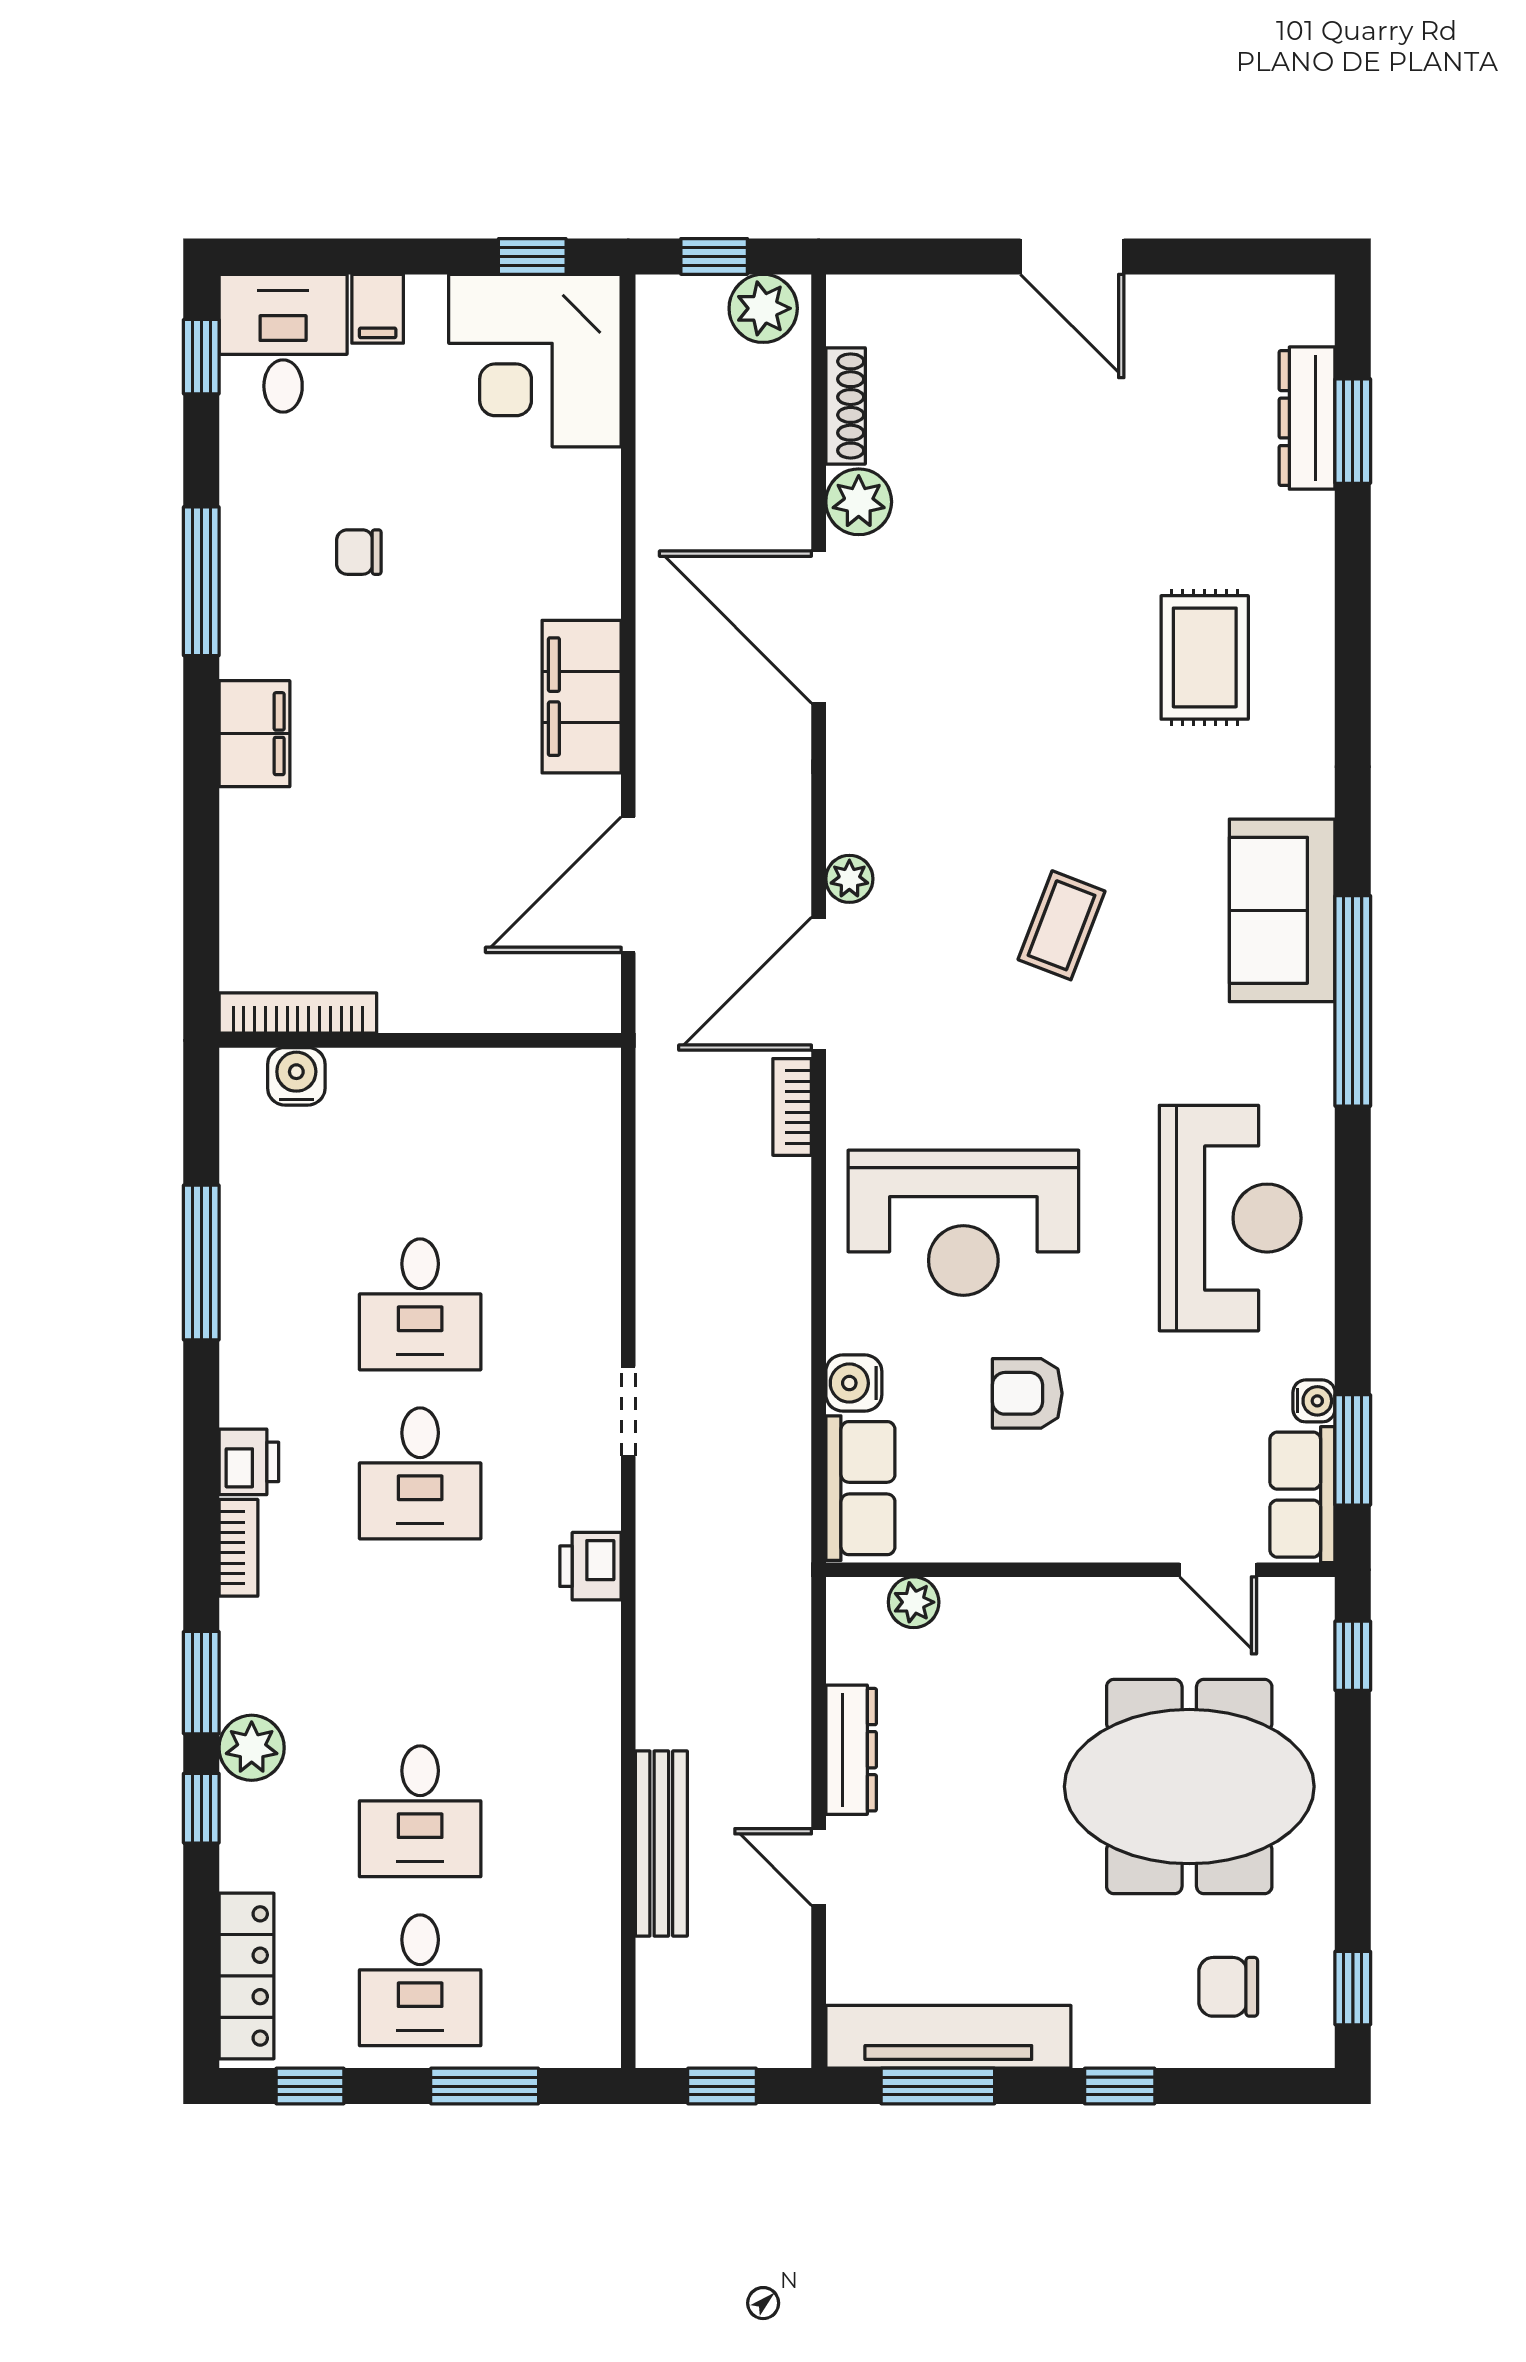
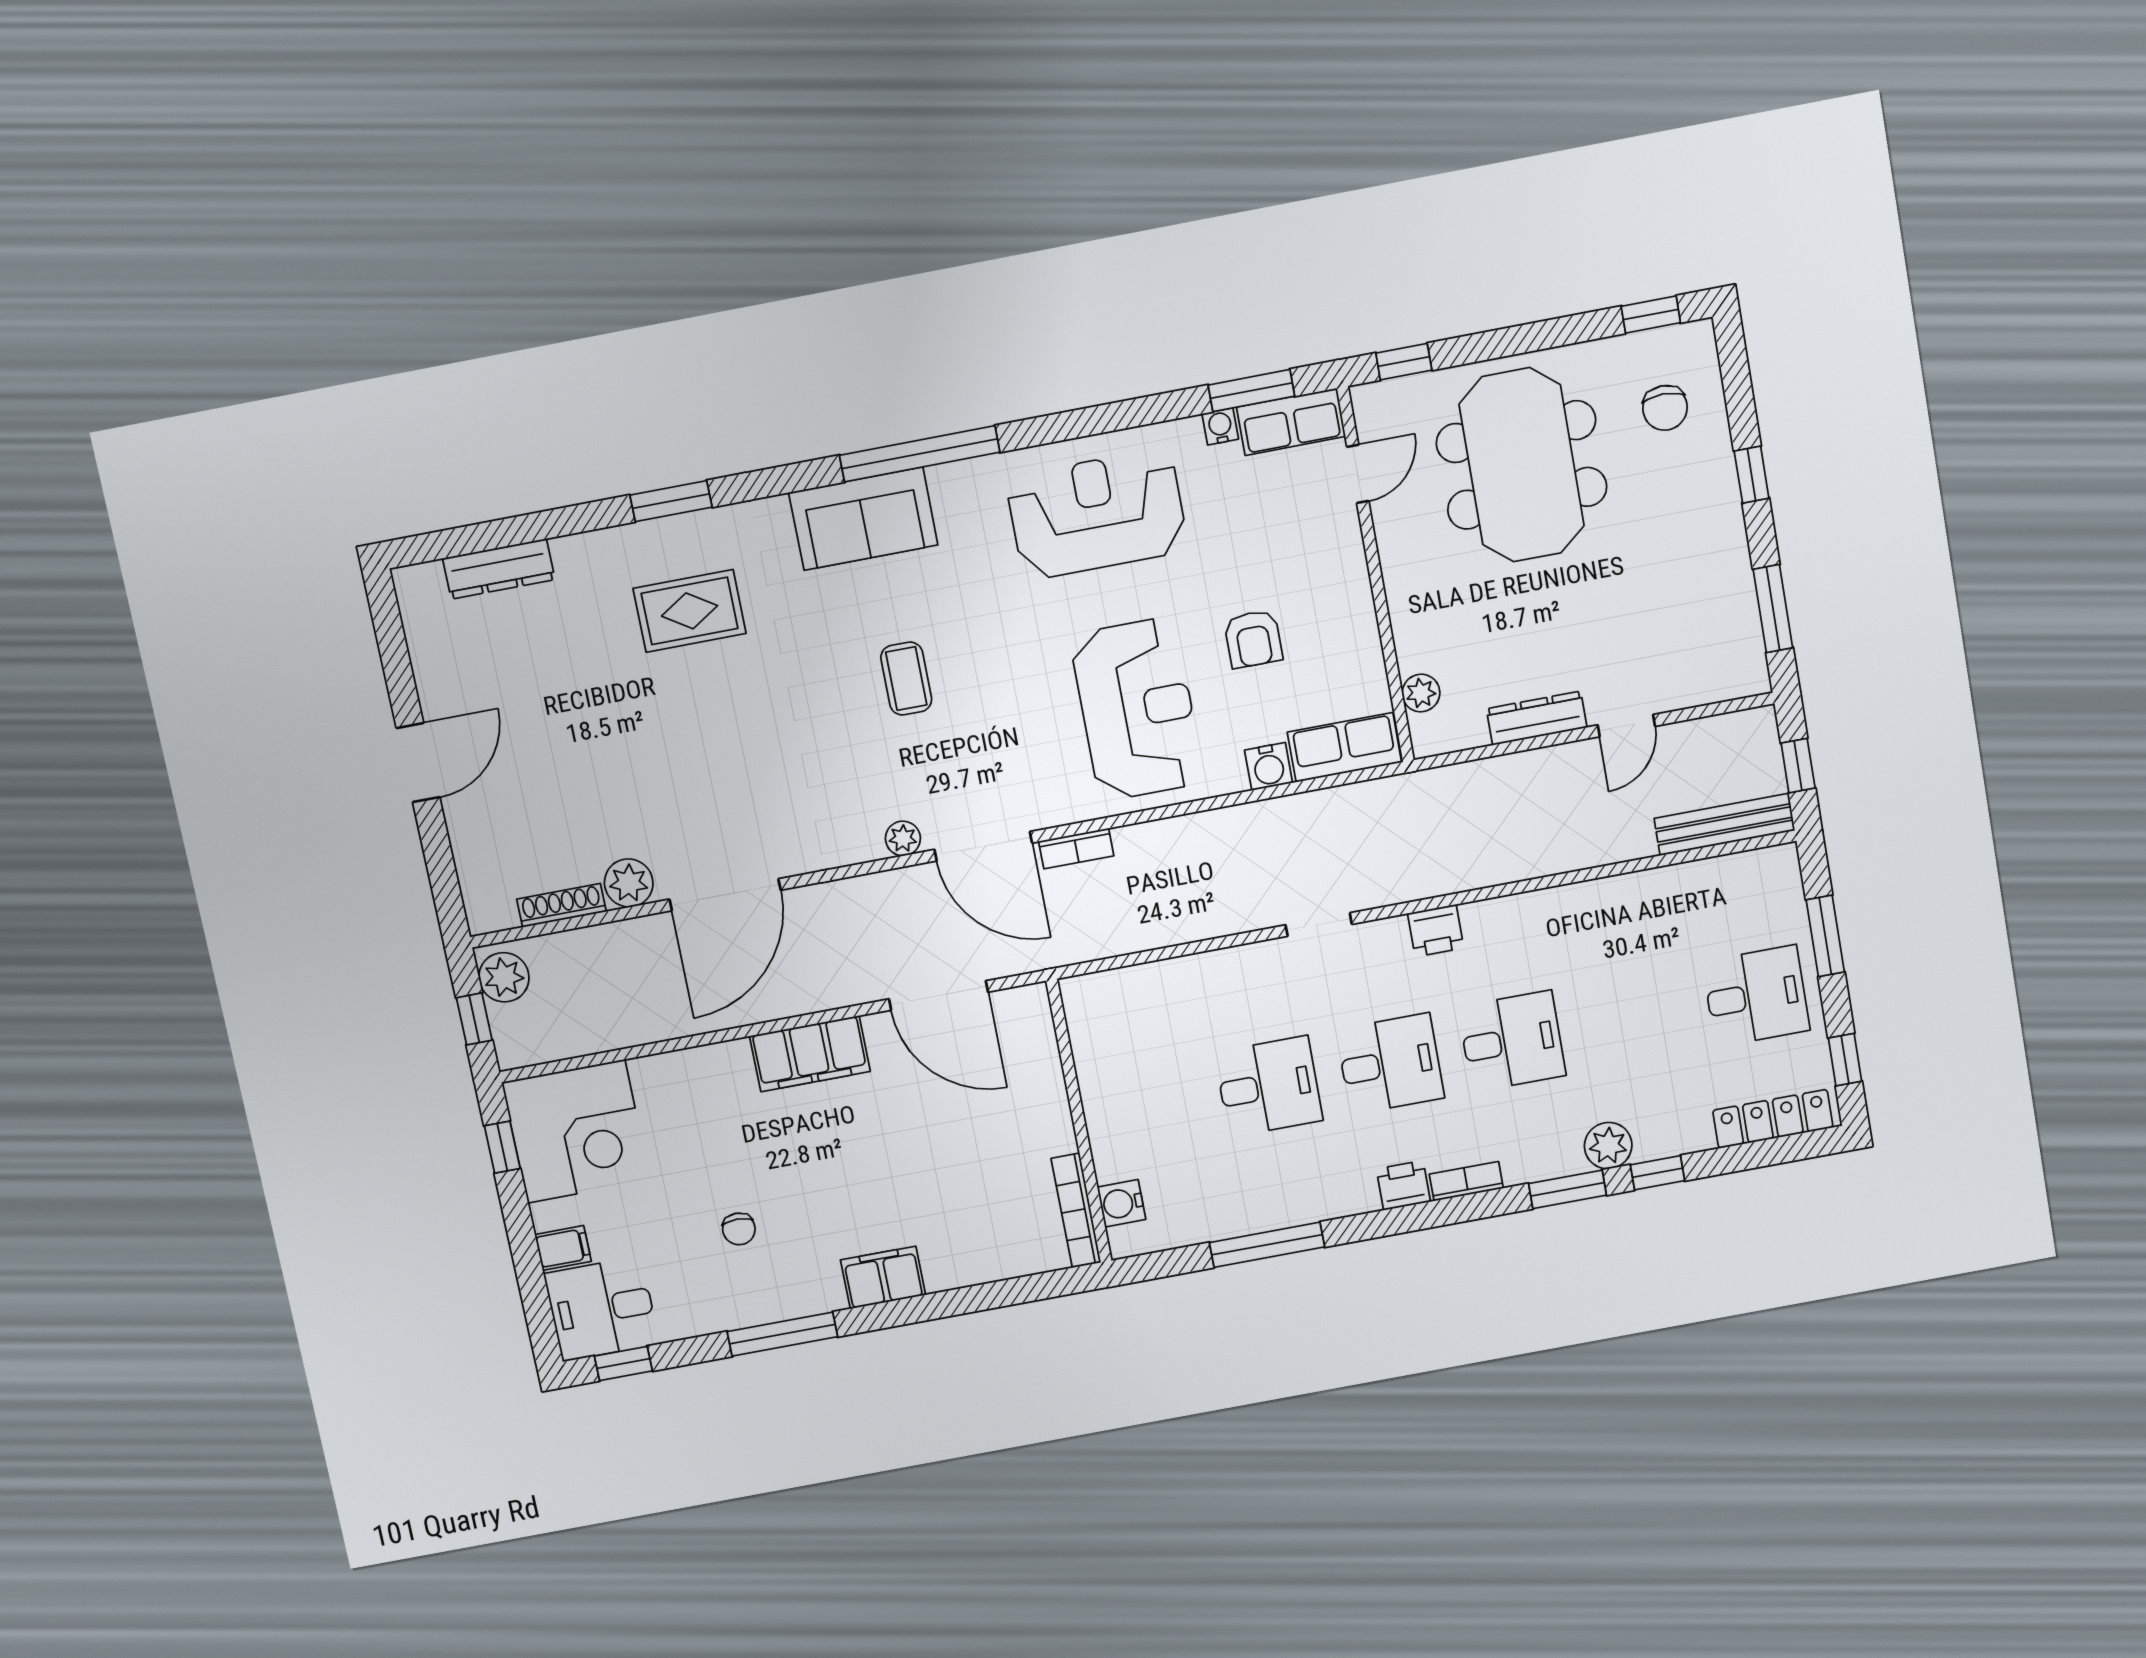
window: (1353, 431) -> (671, 501), moved
coffee table: (1062, 925) -> (906, 679), turned 69
desk: (420, 1811) -> (1512, 1041), moved
bench: (661, 1843) -> (1725, 824), moved
tv unit: (948, 2037) -> (1735, 608), removed

